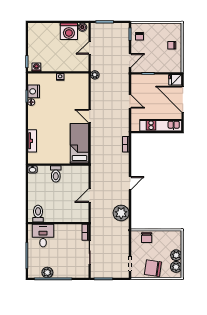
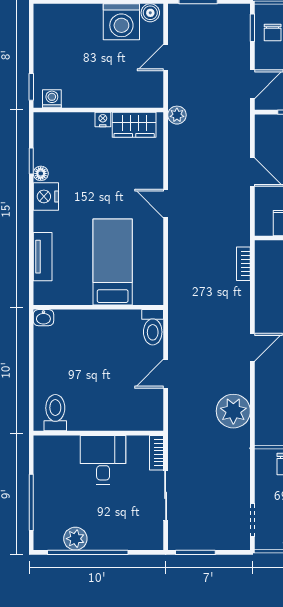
wardrobe: (75, 79) -> (134, 125), added
nightstand: (34, 91) -> (46, 196), moved
bed: (79, 143) -> (113, 262), moved
toilet: (56, 174) -> (153, 327), moved
desk: (43, 236) -> (103, 460), moved

